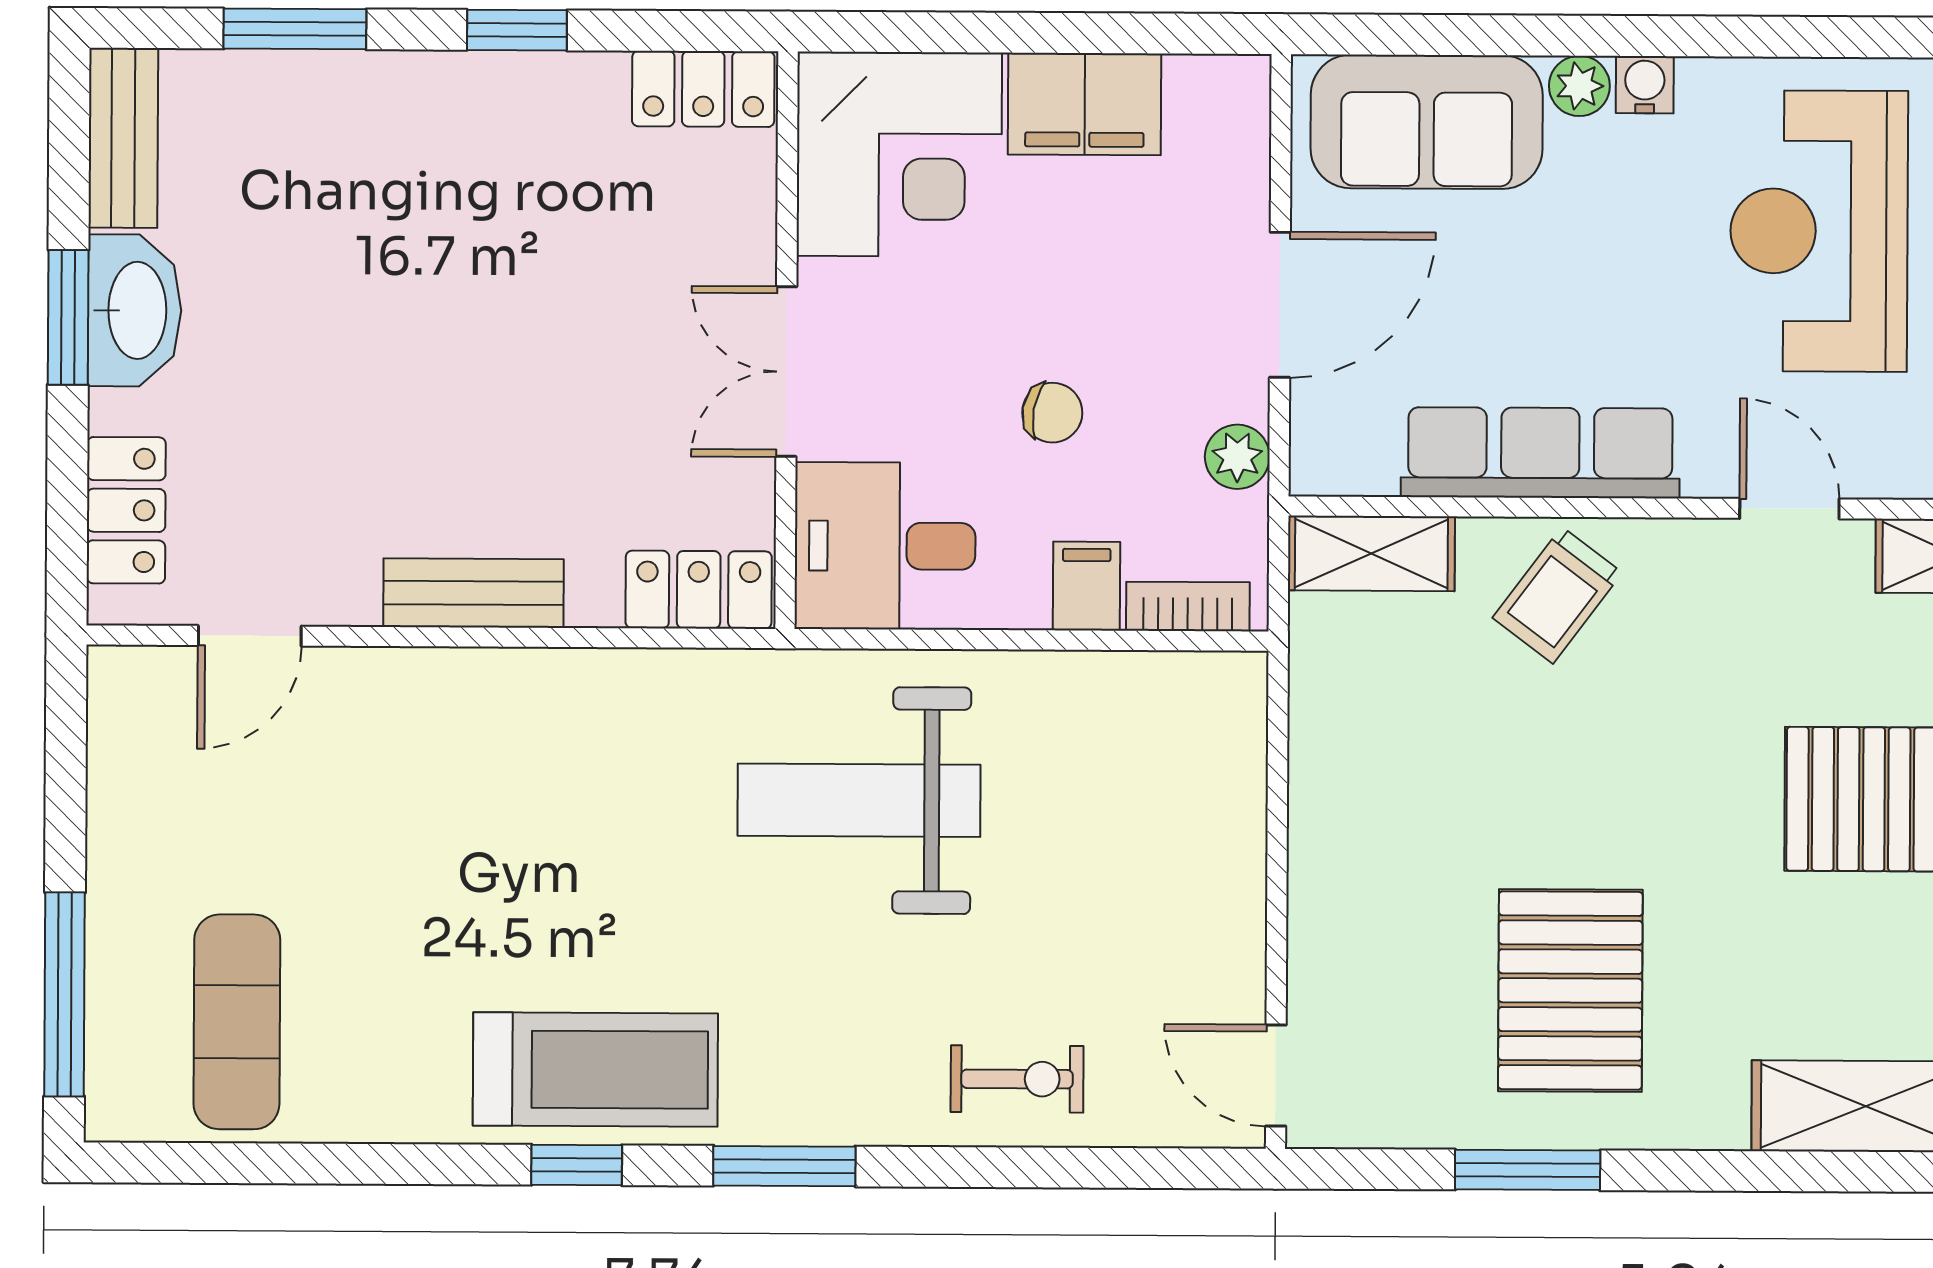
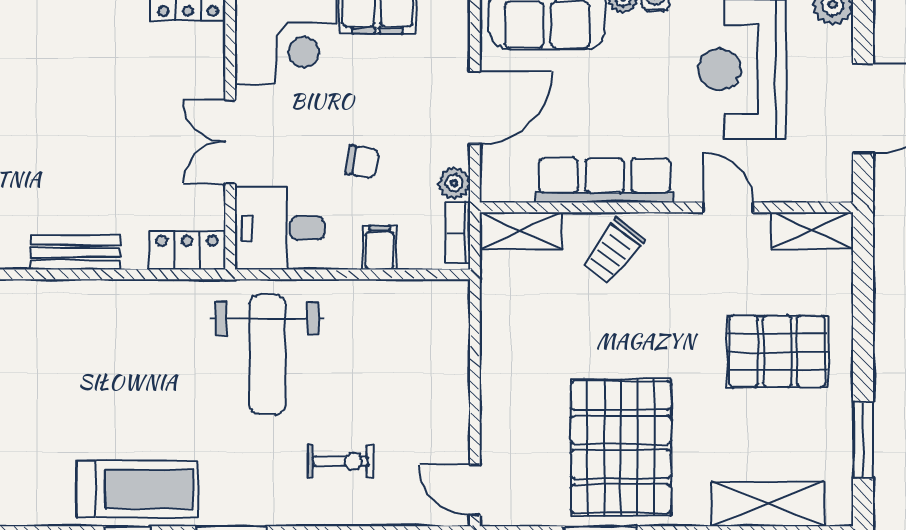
bookcase: (1188, 607) -> (458, 233), moved, turned -90
weight bench: (859, 800) -> (267, 354), turned -90
pallet: (1570, 990) -> (621, 447), width x1.37, depth x1.41
exercise bike: (1017, 1079) -> (341, 461), moved

